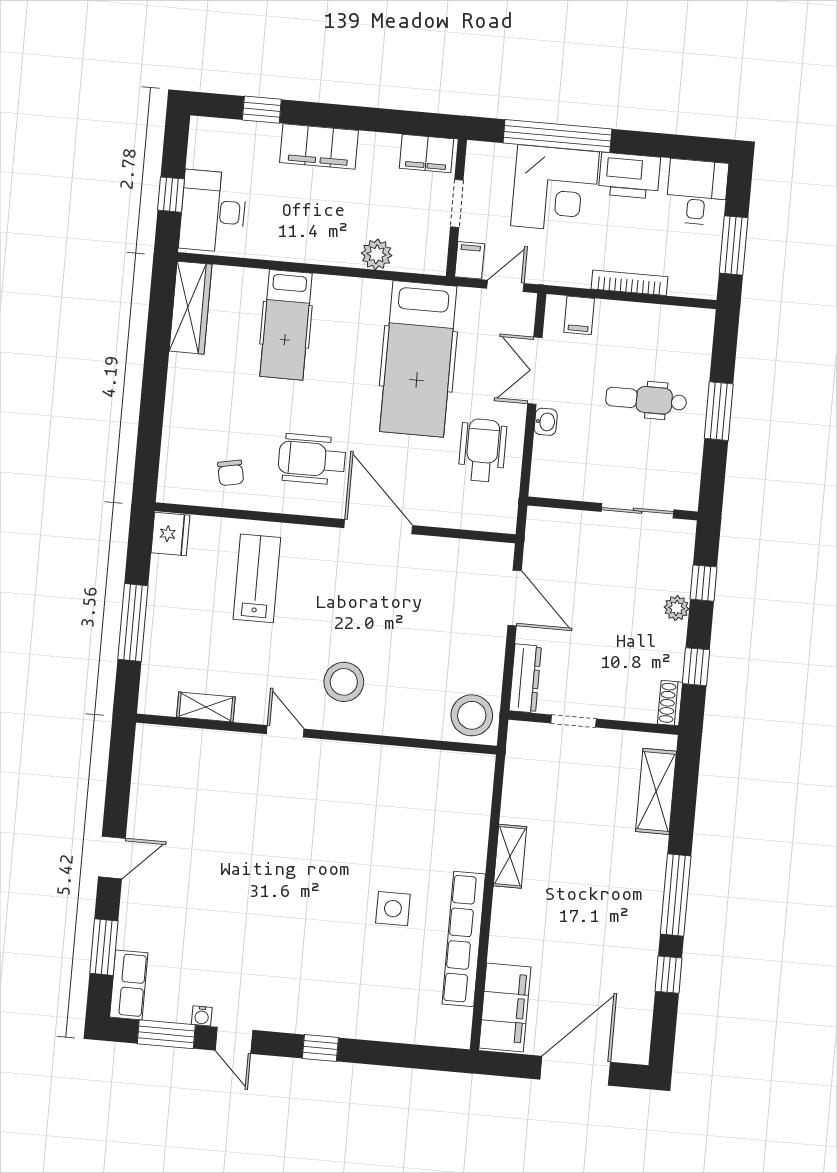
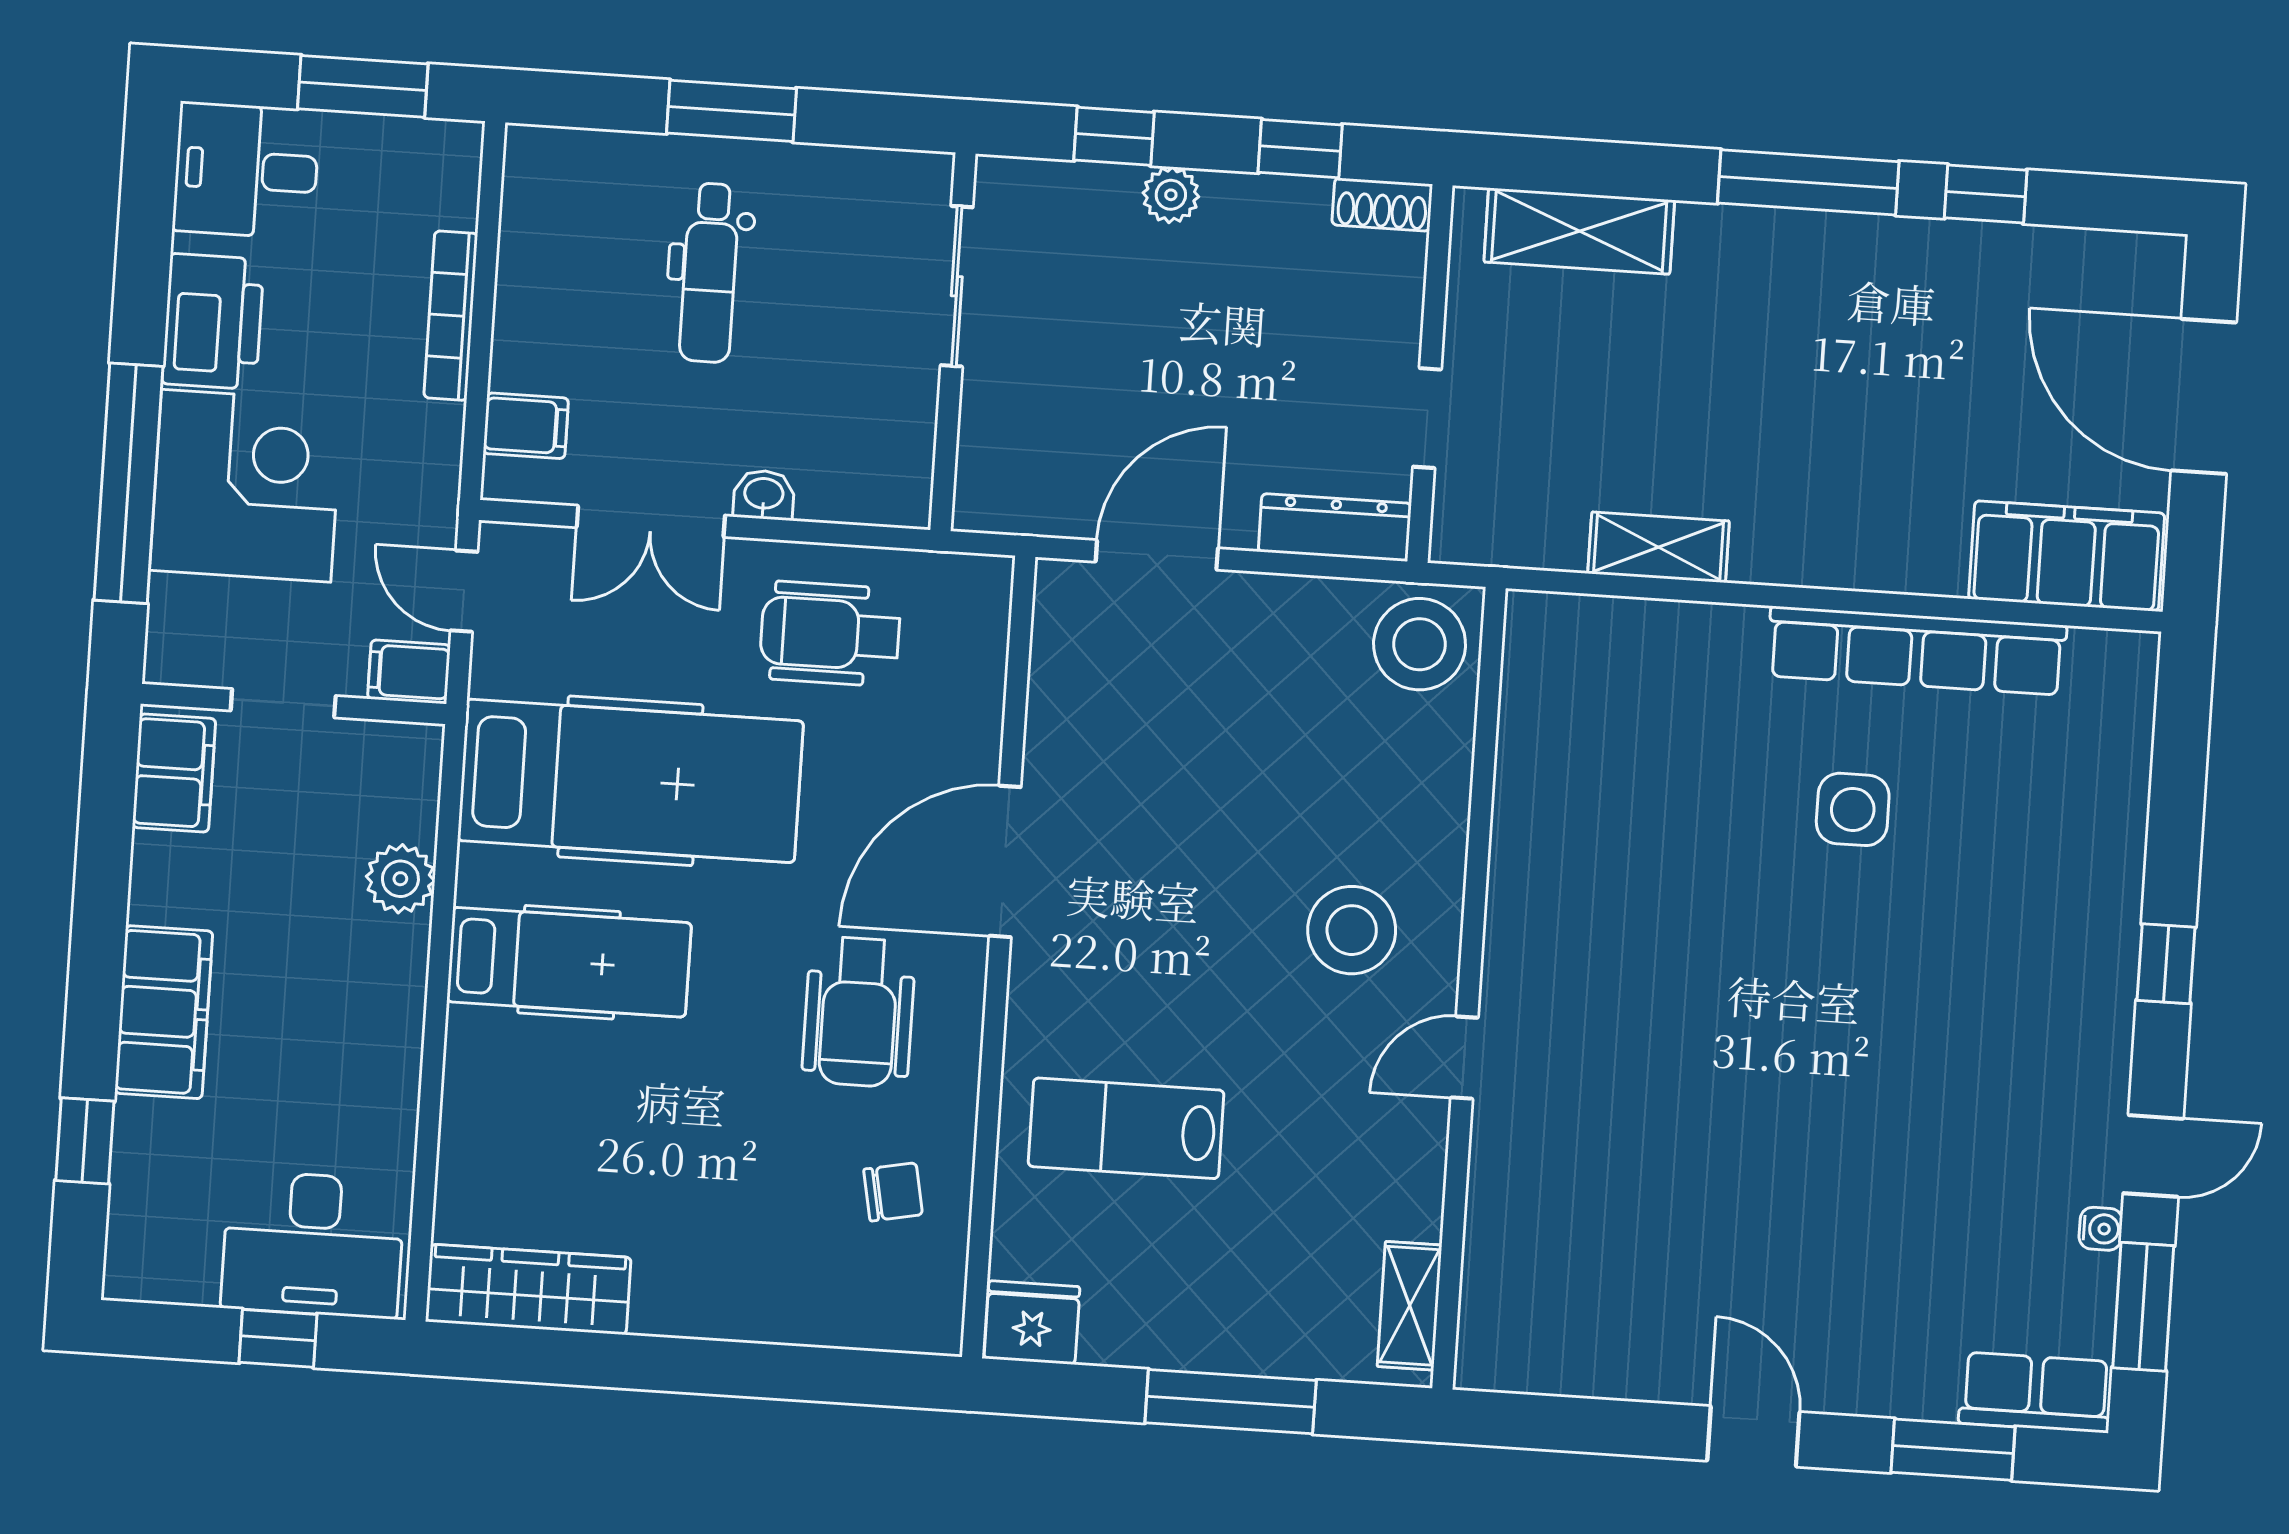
hospital bed: (286, 325) -> (569, 962), moved
shelving: (206, 707) -> (1410, 1306), moved
shelving: (510, 856) -> (1659, 547), moved

